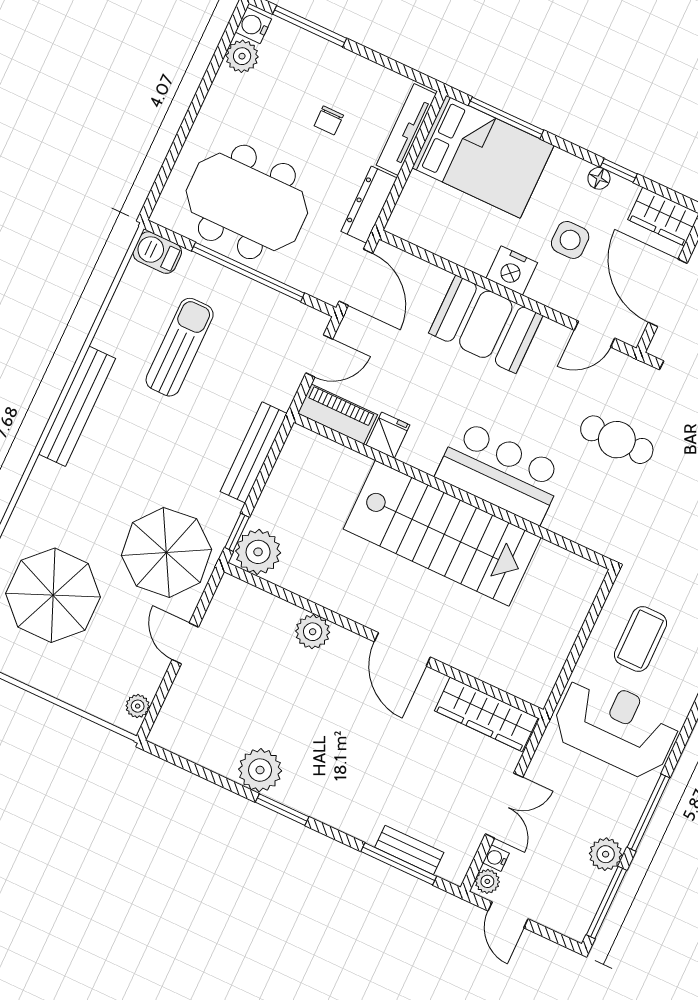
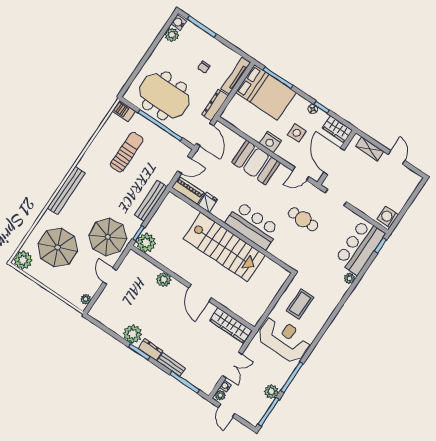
bench: (77, 406) -> (66, 190), moved
dresser: (308, 800) -> (150, 350), added
bench: (409, 850) -> (171, 365), moved

